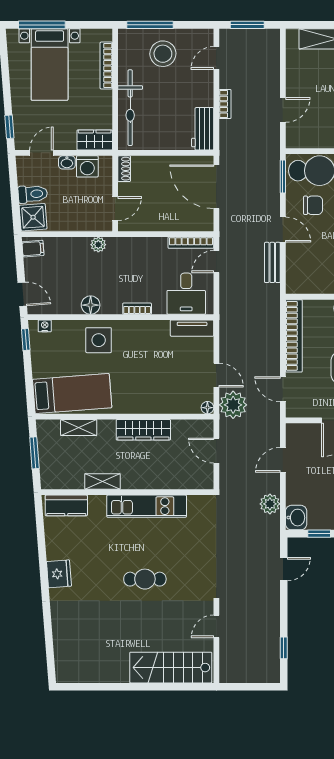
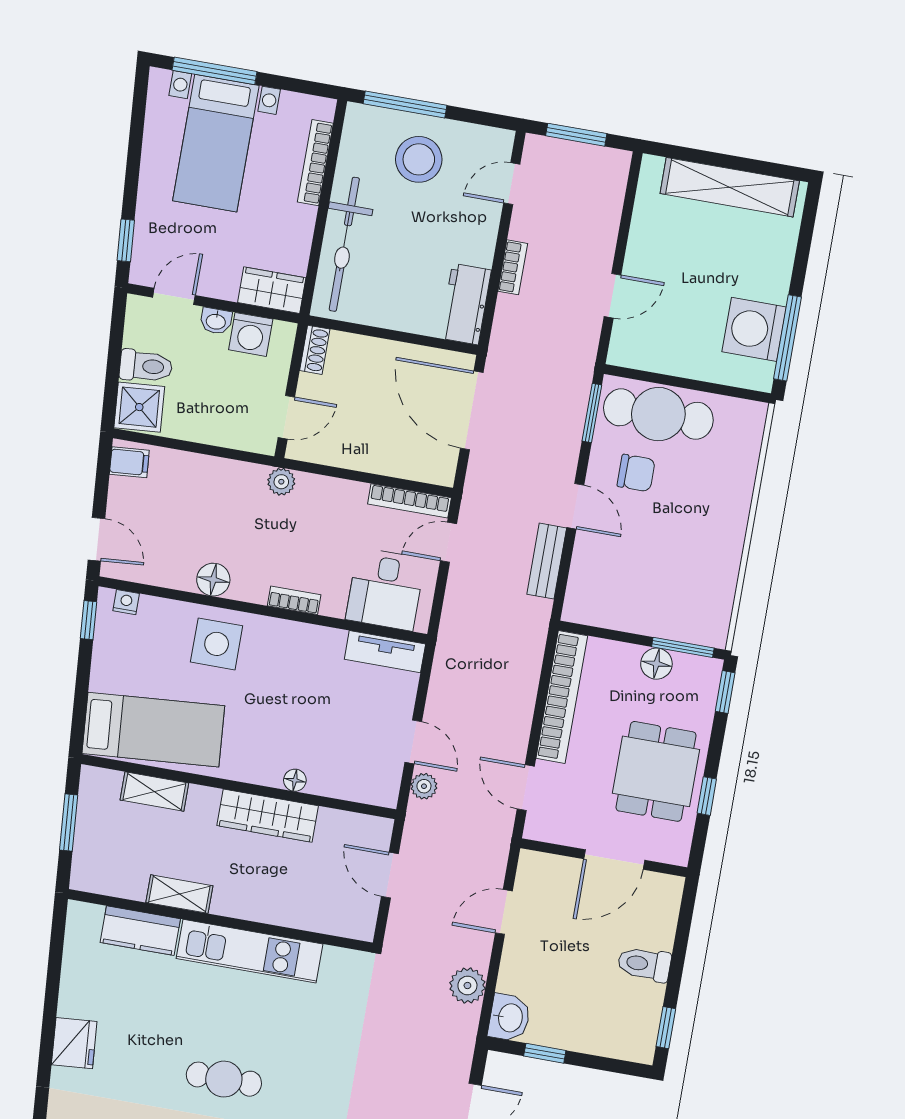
plant: (98, 245) -> (281, 482), moved
plant: (233, 405) -> (424, 786), width x0.53, depth x0.53
floor lamp: (207, 408) -> (295, 780), moved
kitchen counter: (66, 505) -> (140, 931), moved

